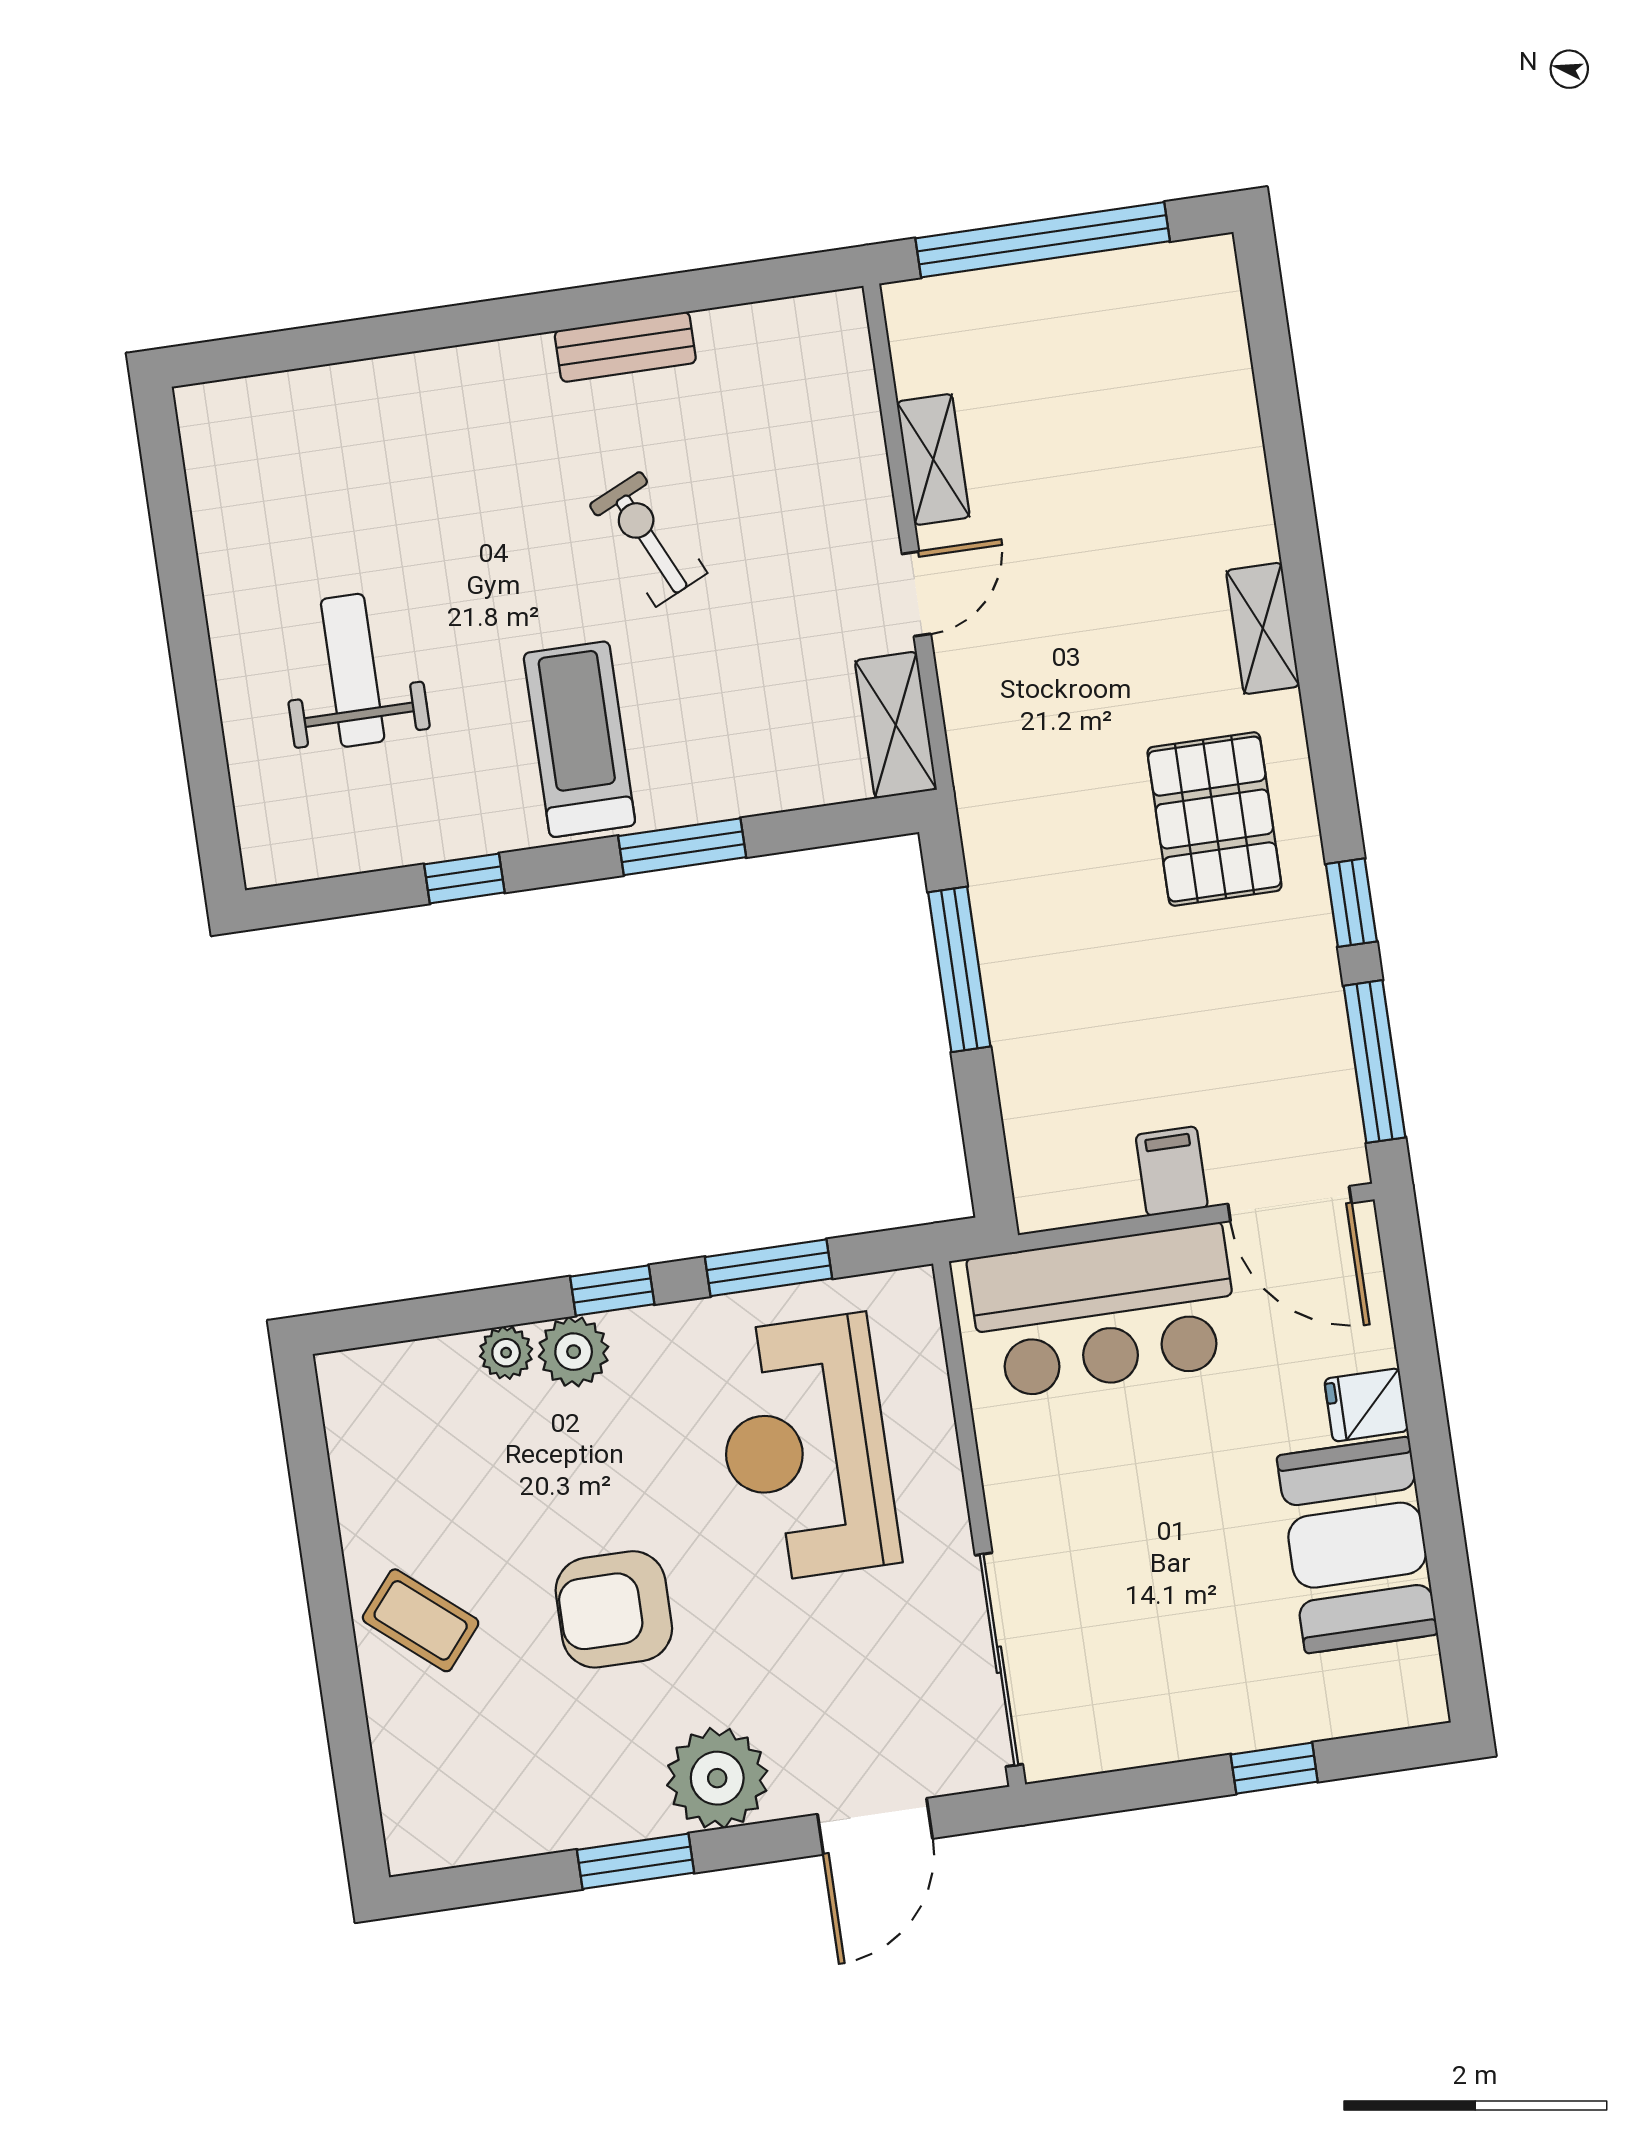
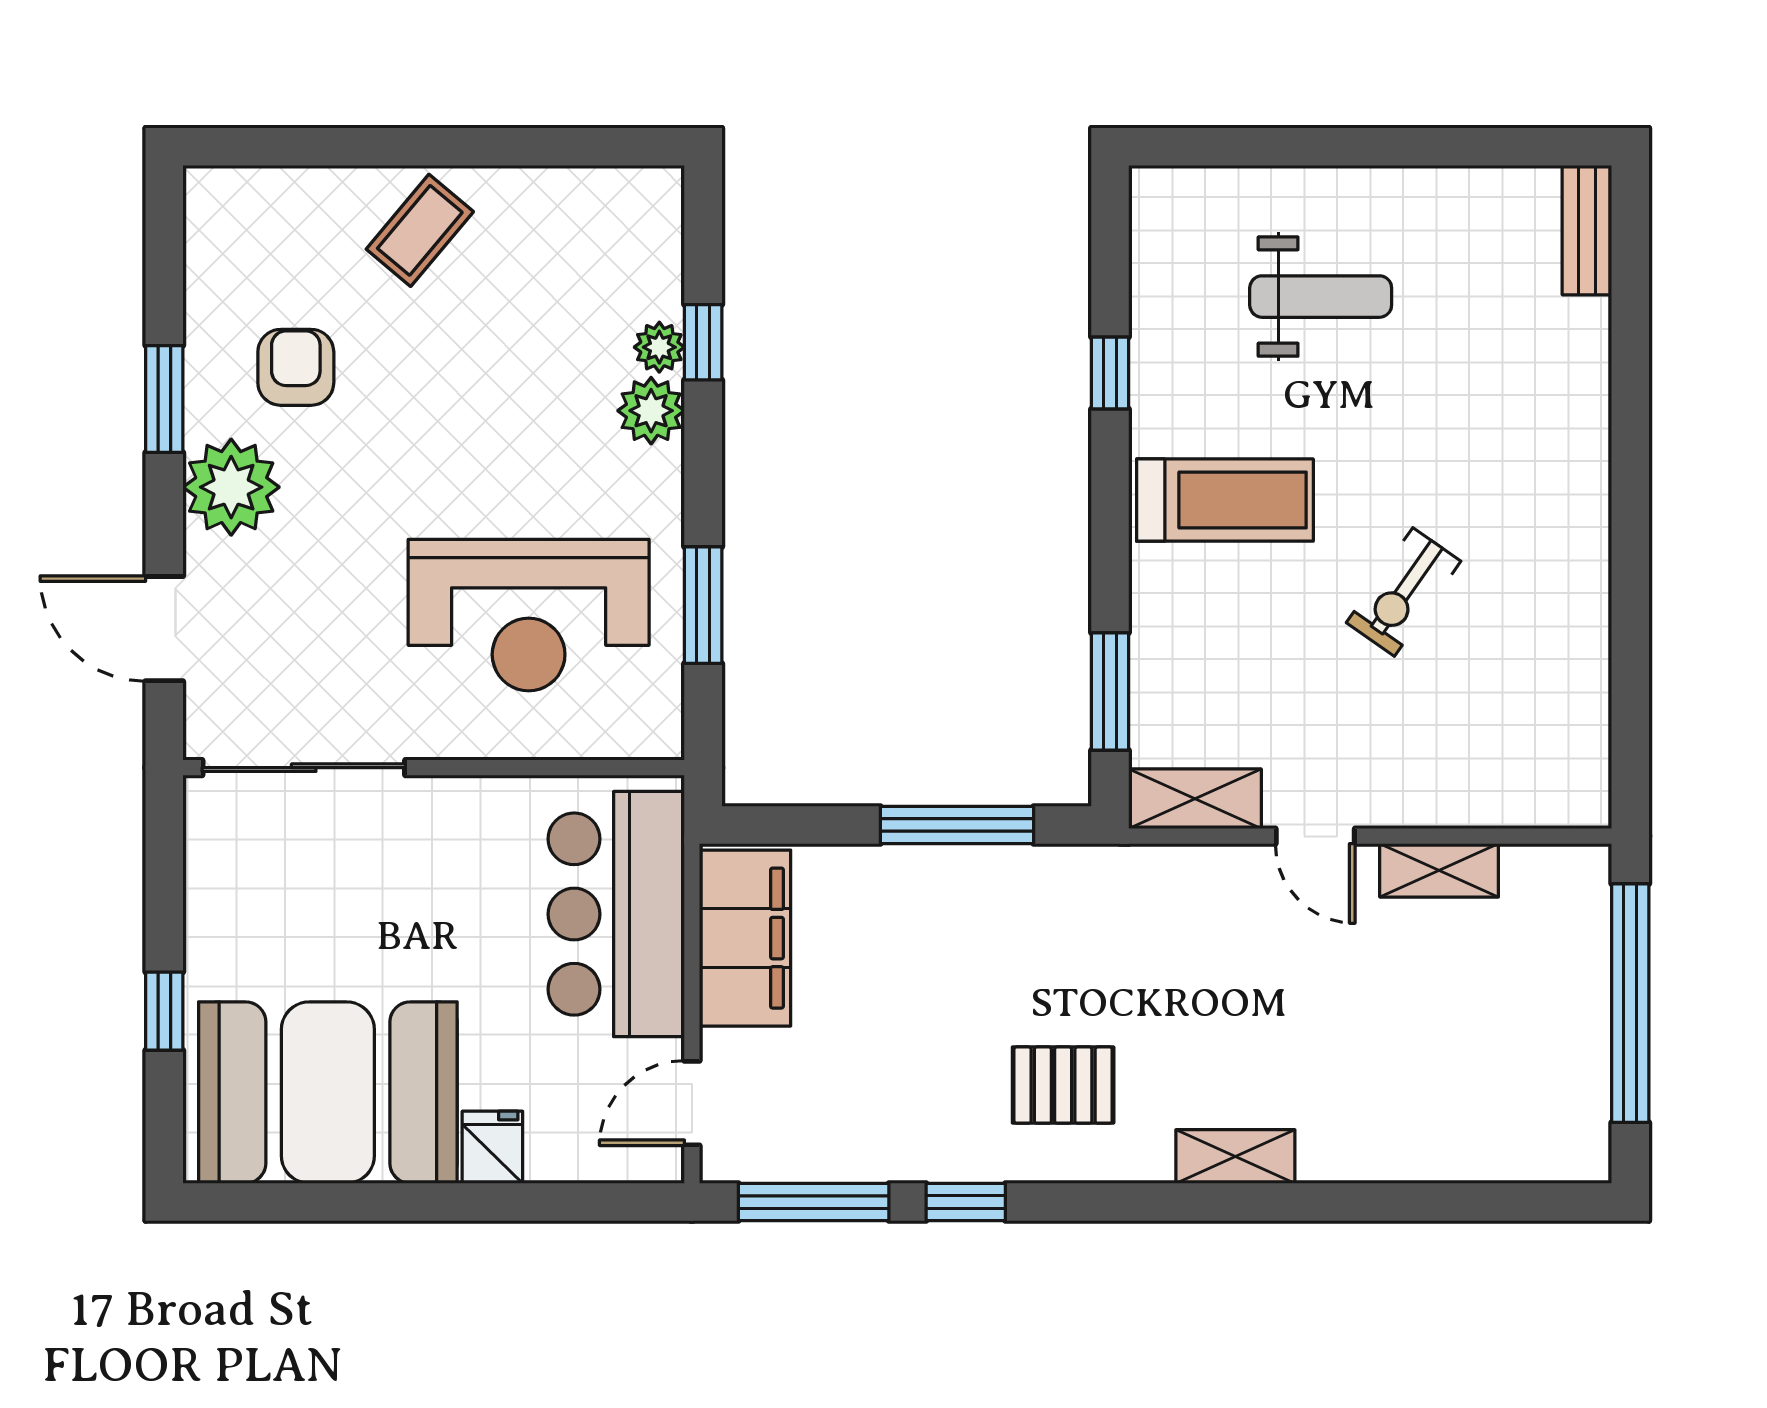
bench: (625, 347) -> (1587, 230), moved
exercise bike: (648, 539) -> (1404, 592), turned 150
pallet: (1214, 819) -> (1063, 1085), width x0.67, depth x0.71
window: (682, 847) -> (1110, 691), moved
filing cabinet: (1172, 1171) -> (745, 938), width x3.00, depth x1.17
door: (1290, 1204) -> (692, 1103), width x0.73
window: (612, 1290) -> (703, 342), moved
reception desk: (805, 1448) -> (529, 615), turned 180
booth: (1357, 1545) -> (328, 1093), width x1.36, depth x1.42
armchair: (614, 1609) -> (296, 367), moved, width x0.72, depth x0.72

